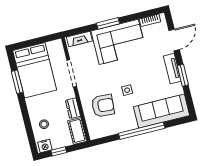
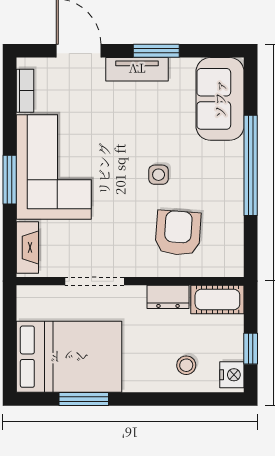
sofa: (162, 111) -> (220, 99), width x0.73

